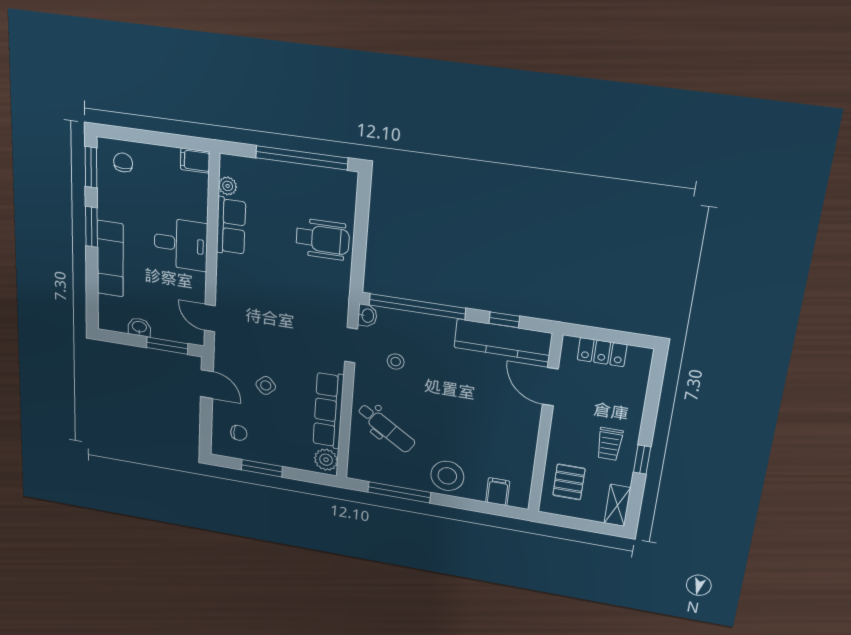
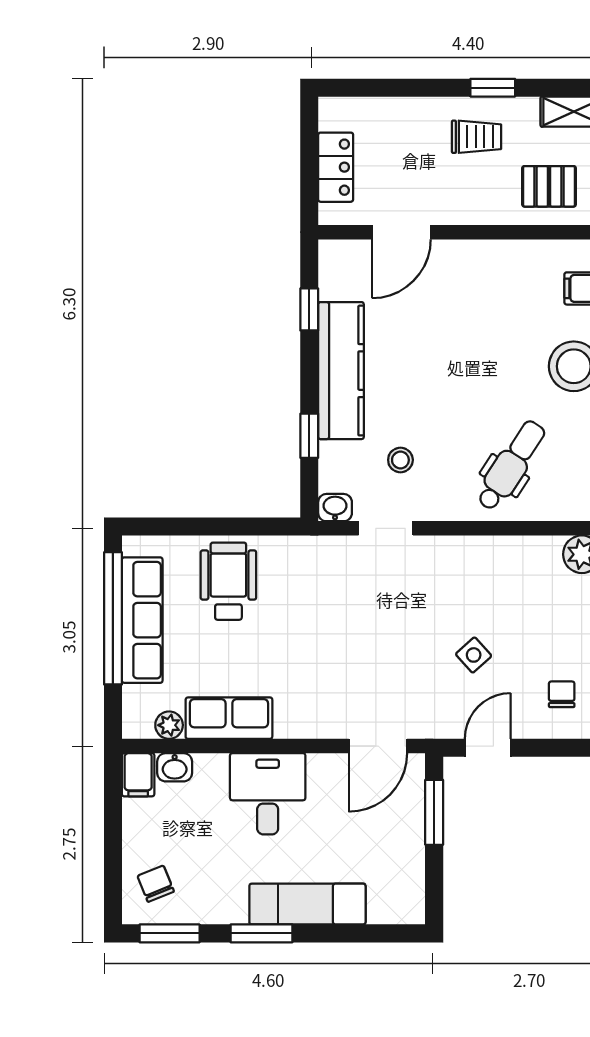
chair: (123, 162) -> (156, 884), turned 68
window: (417, 307) -> (309, 436), width x0.32
door: (210, 318) -> (378, 746), width x1.38
washbasin: (139, 327) -> (175, 767), moved, turned -90
kitchen counter: (503, 340) -> (341, 371), moved
row of seats: (328, 410) -> (142, 620), moved, turned -90

